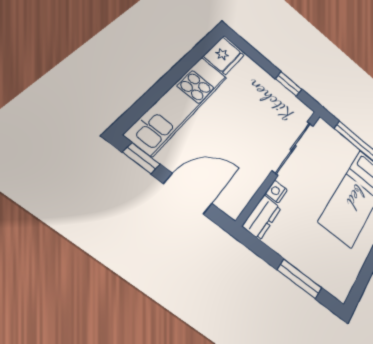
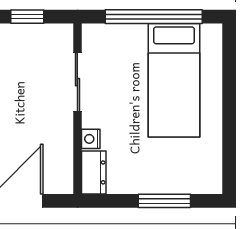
sliding door: (293, 148) -> (77, 82), width x0.73

